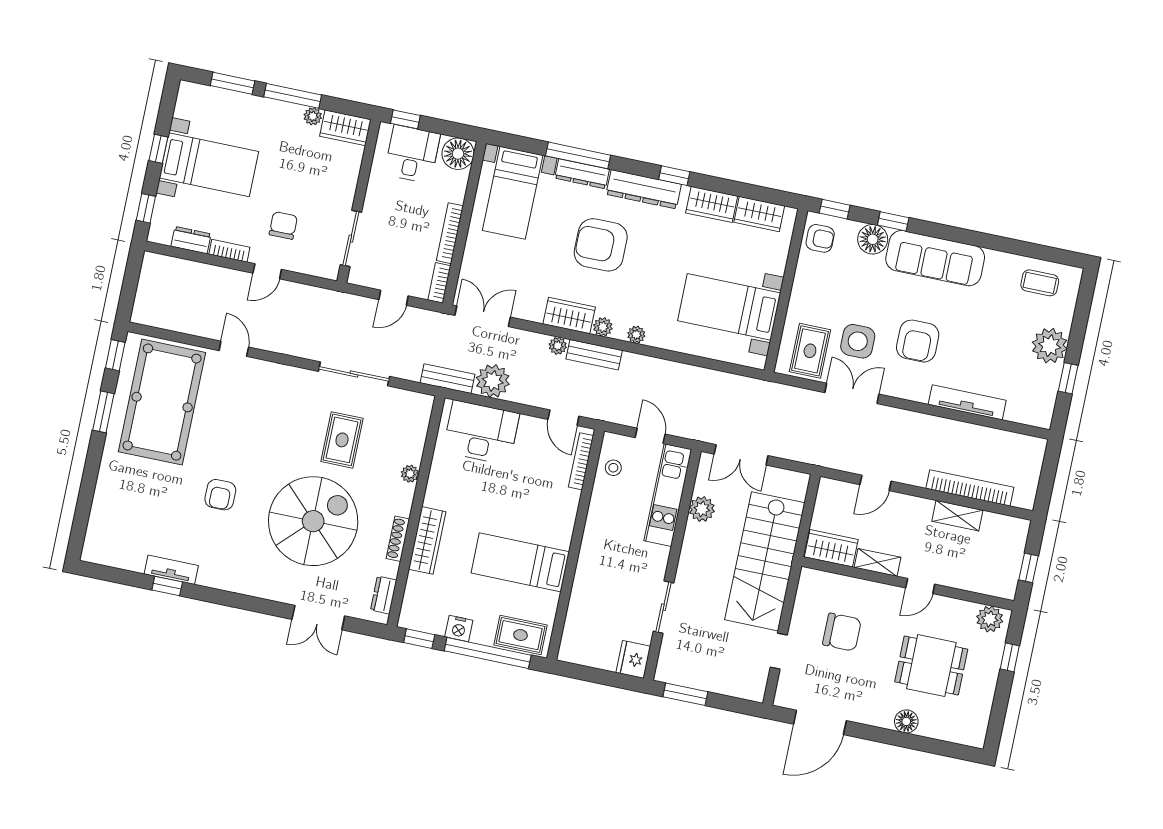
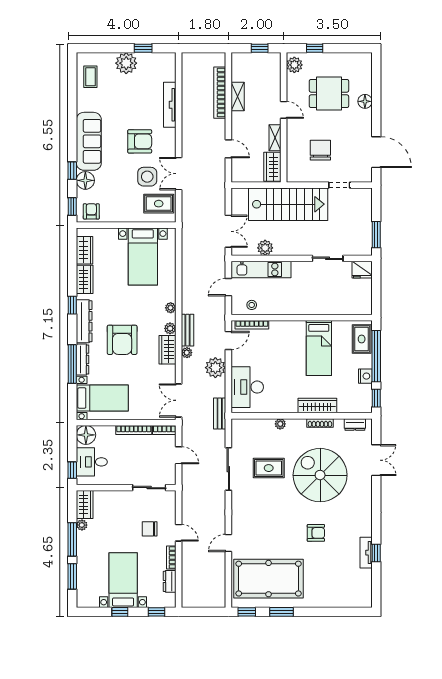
plant: (493, 381) -> (215, 368), moved
dining table: (931, 666) -> (329, 93), turned 90

